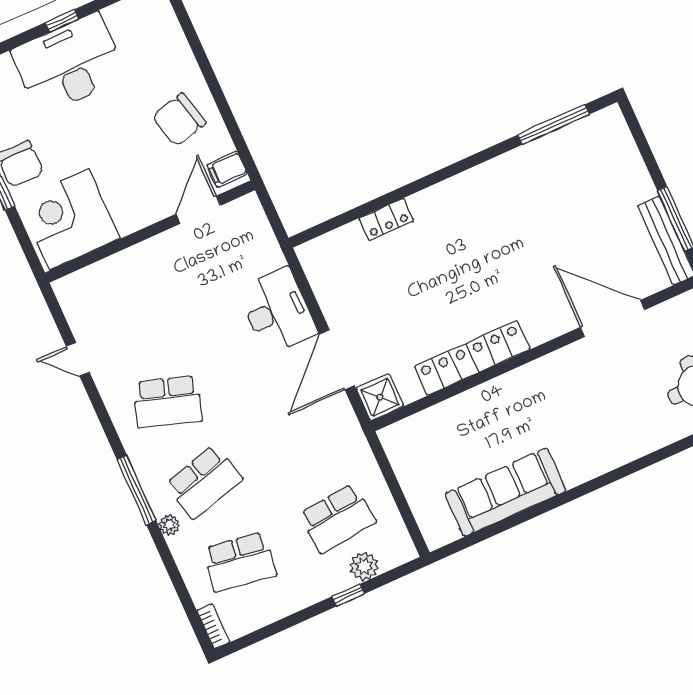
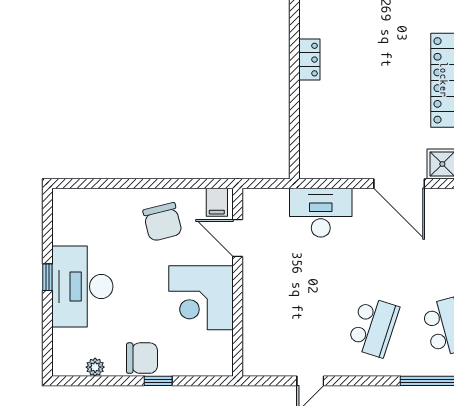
locker: (386, 219) -> (309, 60), moved
corner desk: (69, 220) -> (201, 298), moved
desk: (277, 311) -> (321, 213), moved

